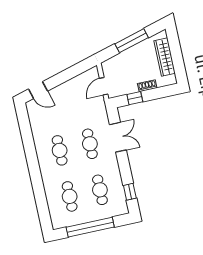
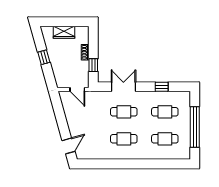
window: (132, 41) -> (44, 57), width x0.46
wardrobe: (165, 57) -> (64, 32), width x0.67
window: (130, 192) -> (162, 87), moved

